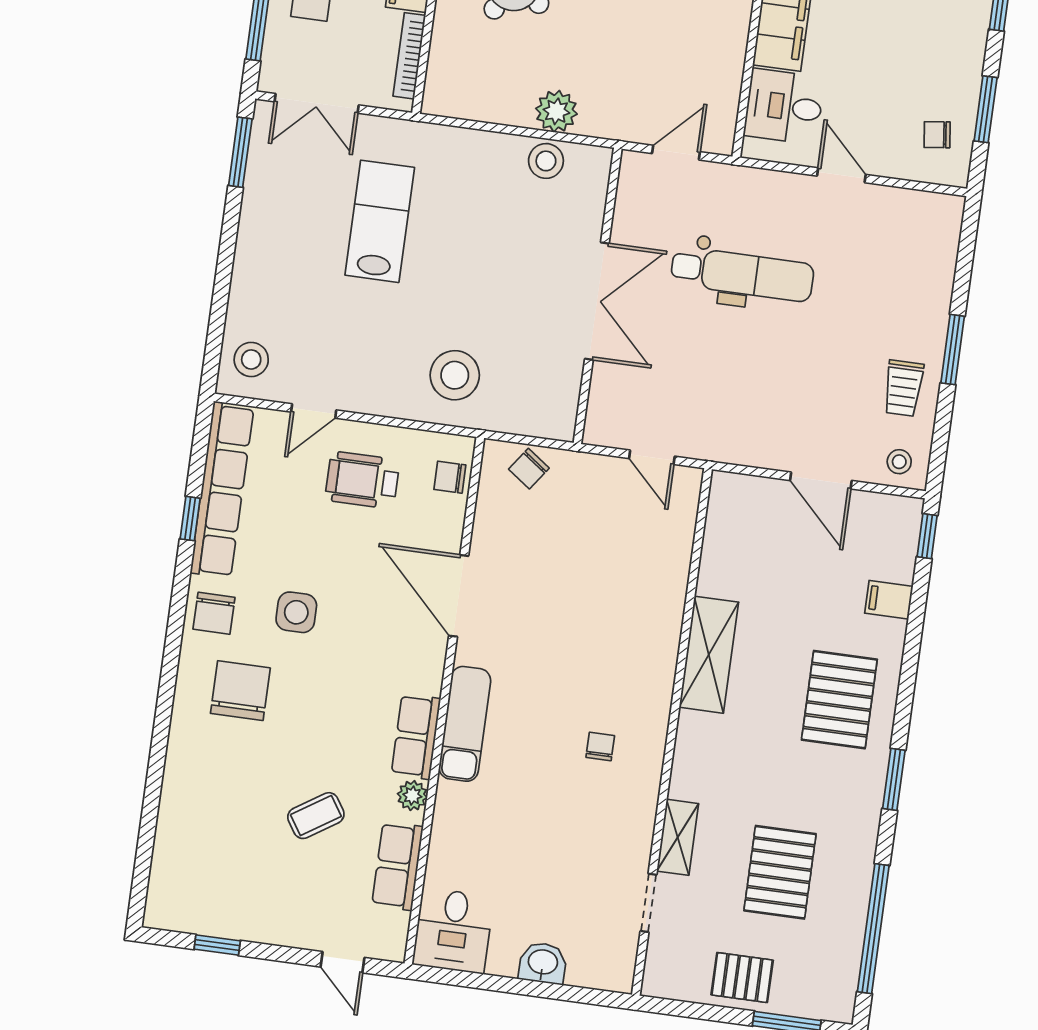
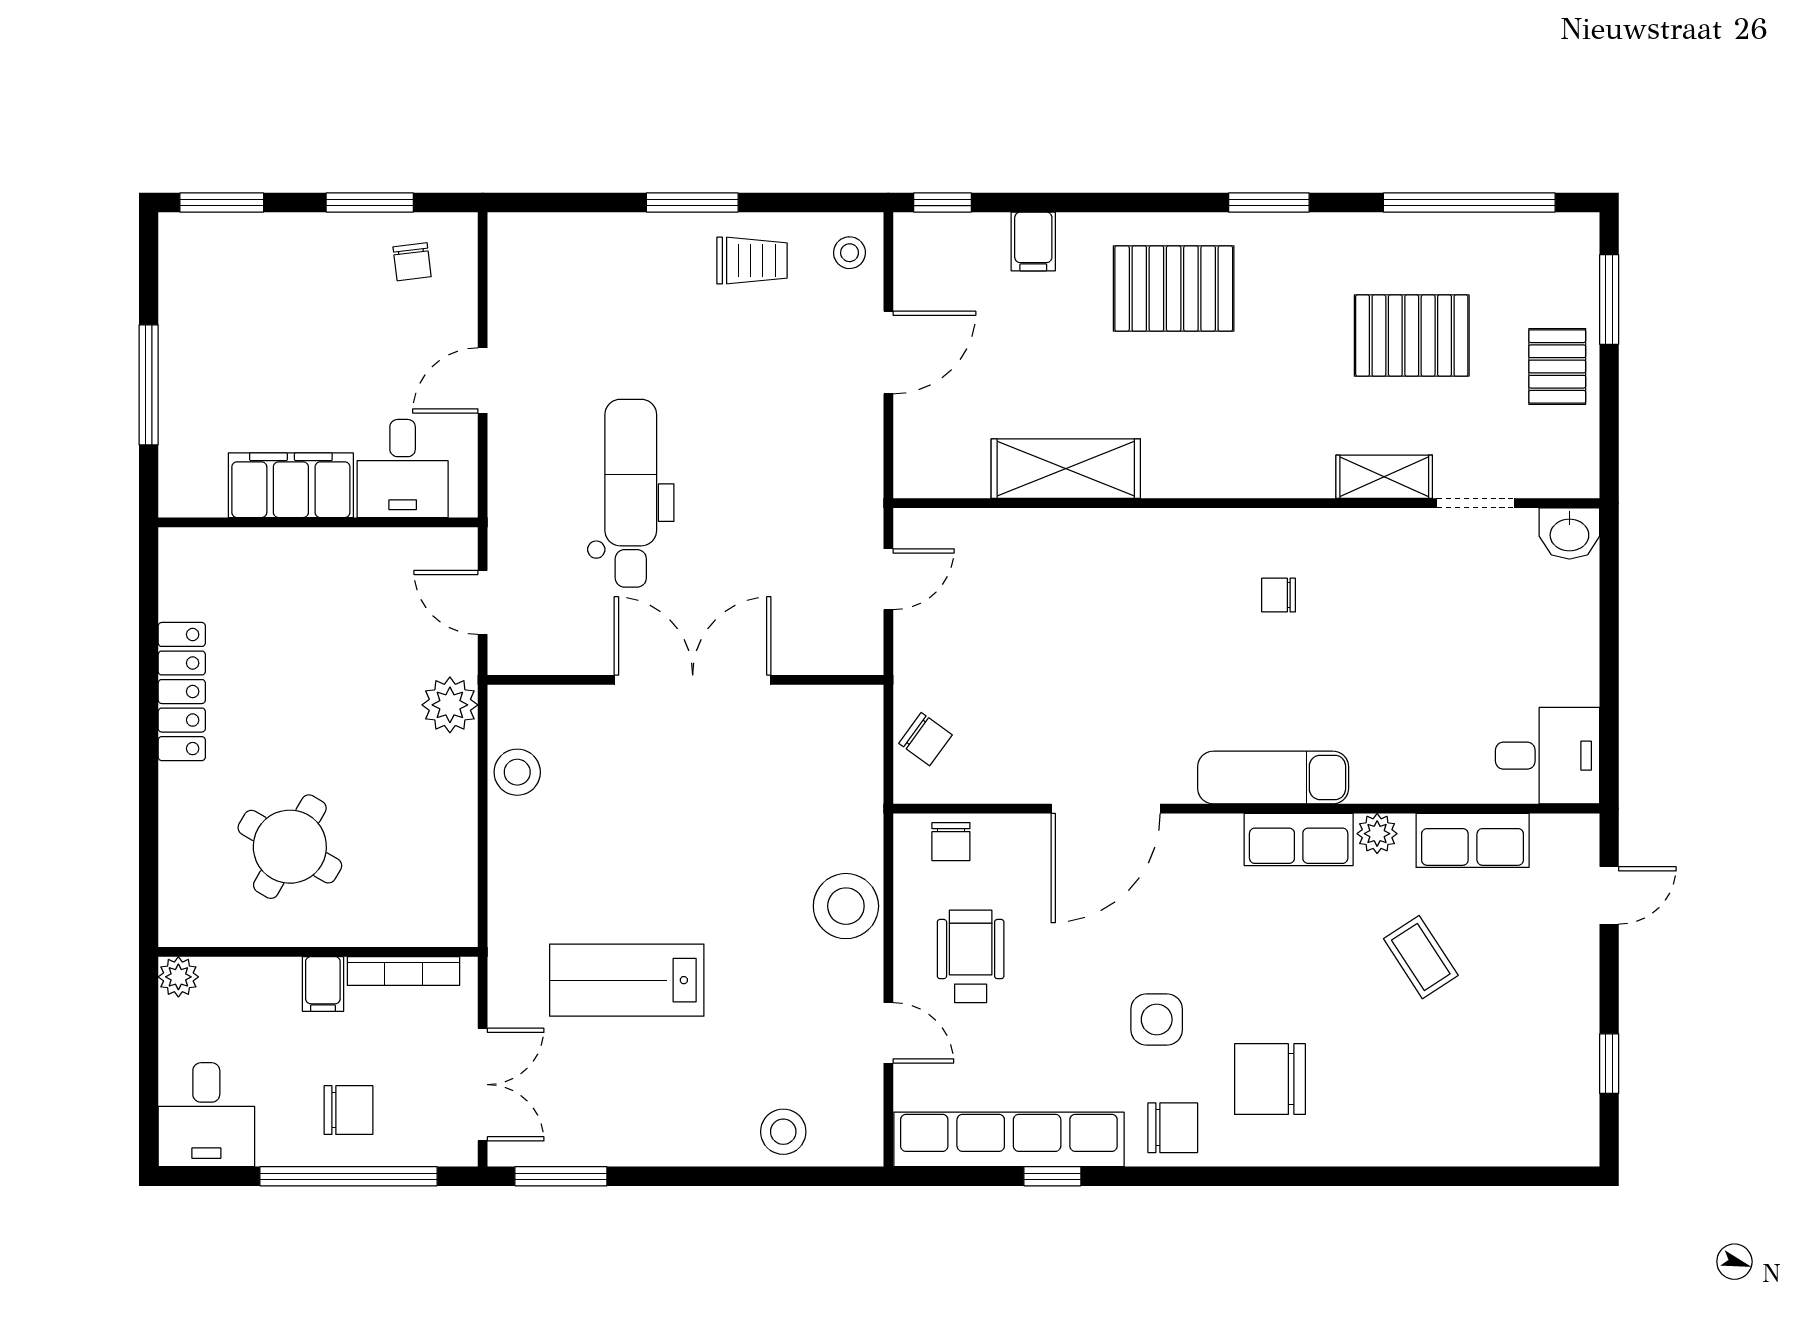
plant: (556, 111) -> (450, 705), moved
stool: (251, 359) -> (783, 1132), moved
stool: (455, 375) -> (846, 906), moved
wheelchair: (362, 480) -> (971, 956), turned 180
shelving: (709, 655) -> (1066, 469), moved
washbasin: (543, 963) -> (1569, 534), moved, turned -90

